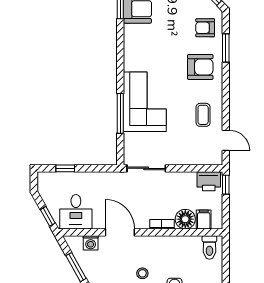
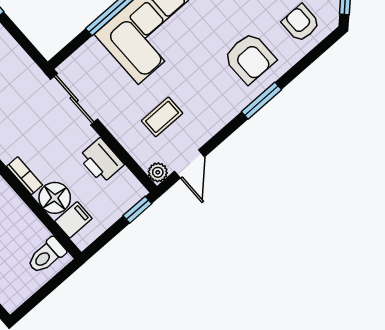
window: (226, 48) -> (262, 101), moved
coffee table: (203, 115) -> (162, 117), moved
plant: (216, 159) -> (158, 172), added
printer: (209, 181) -> (101, 161), moved

